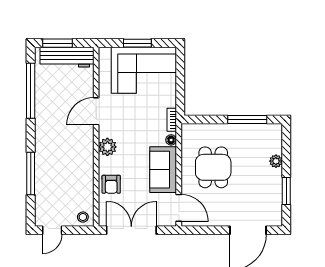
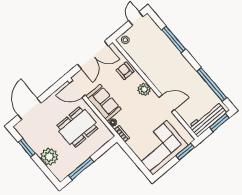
window: (137, 43) -> (185, 152), moved
door: (96, 111) -> (167, 103), hinge flipped
plant: (276, 161) -> (49, 157), width x1.88, depth x1.88
dining table: (213, 167) -> (77, 127), width x1.38

